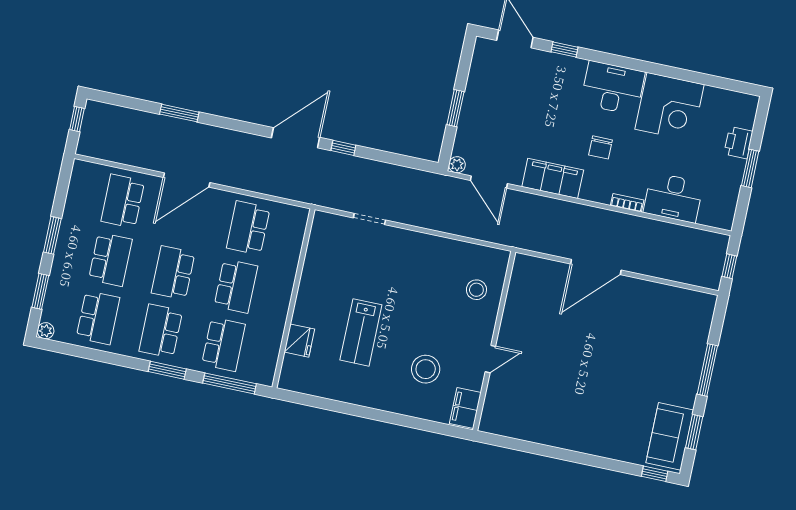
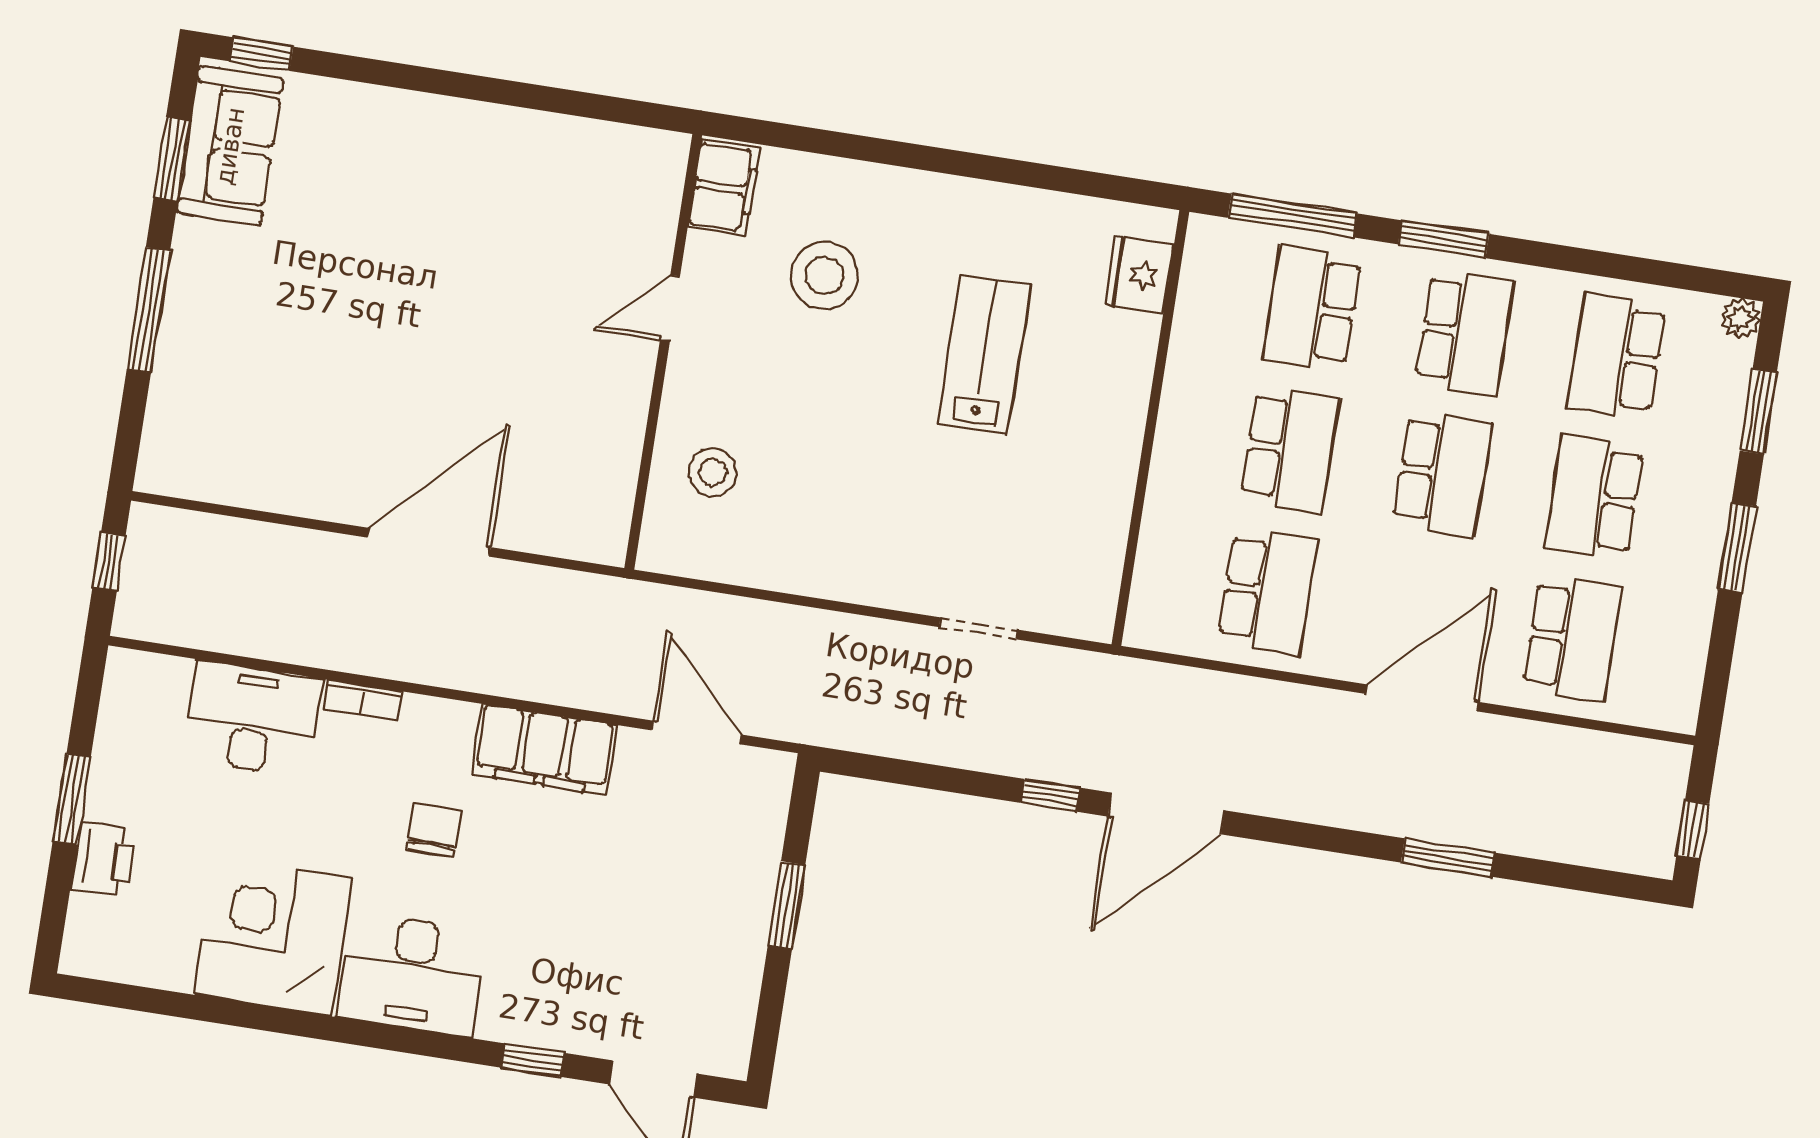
plant: (457, 165) -> (775, 770), removed
school desk: (236, 286) -> (1290, 450), turned 180
fridge: (299, 341) -> (1139, 275), moved

